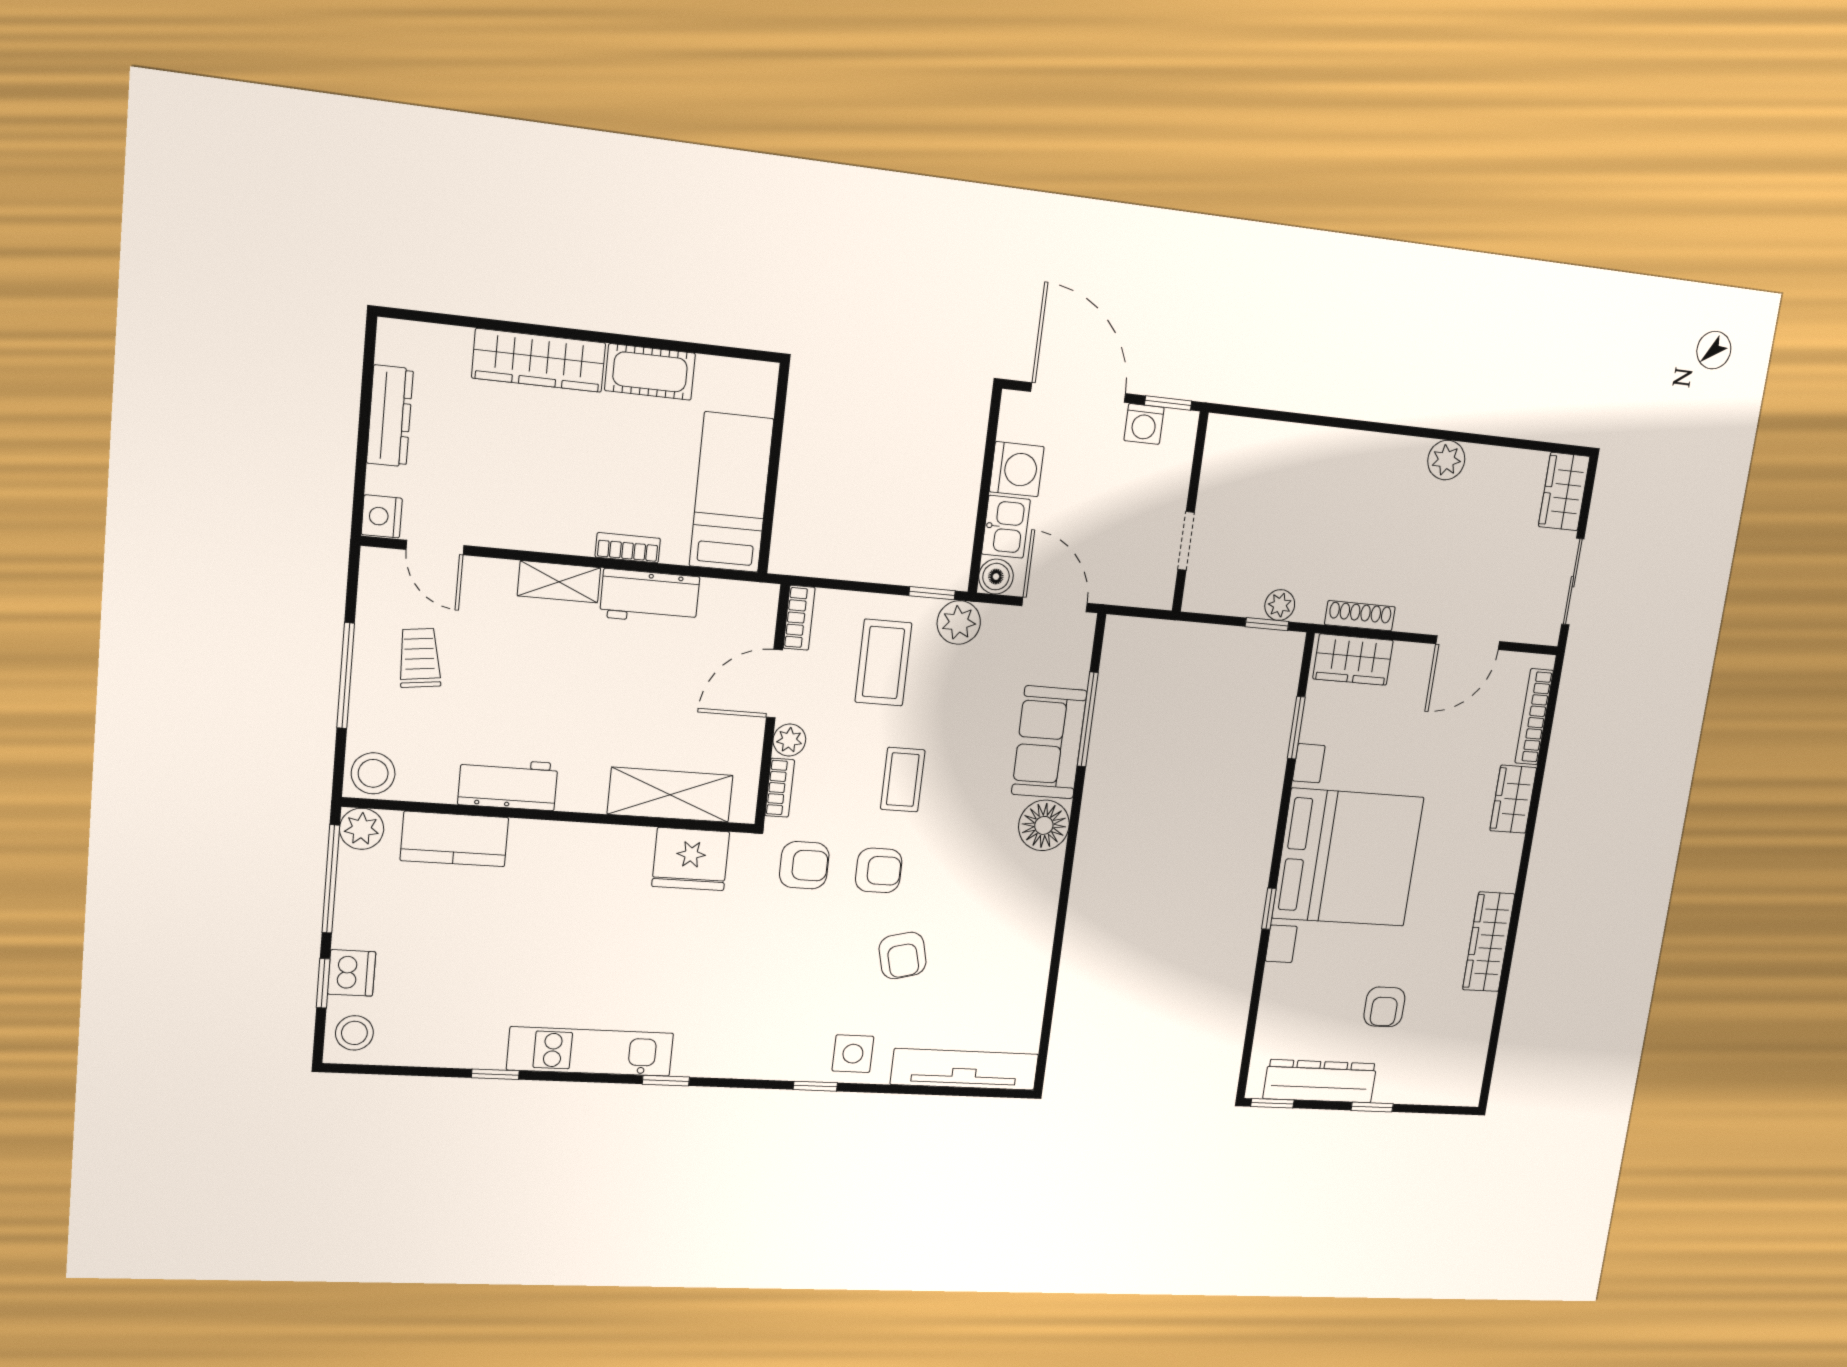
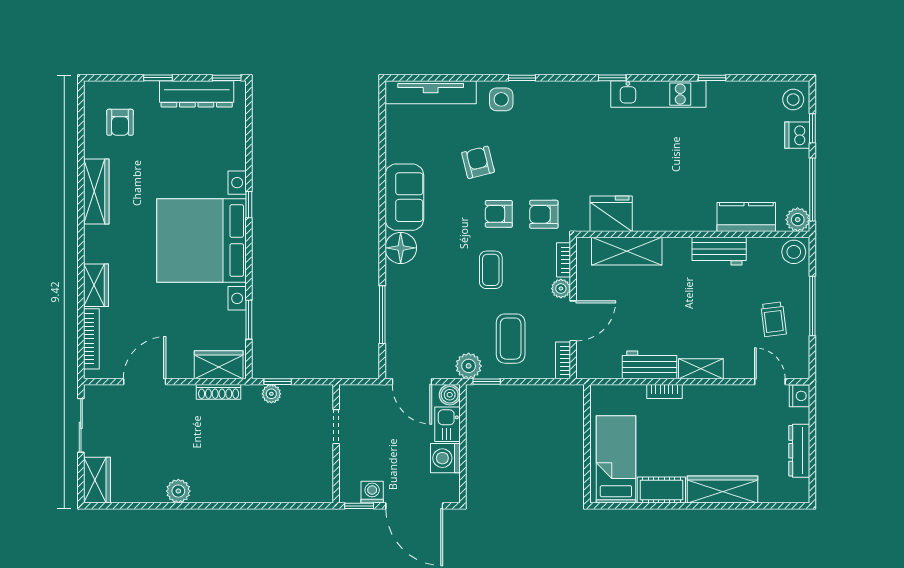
bed: (731, 493) -> (616, 459), moved, turned 180
sofa: (1049, 742) -> (404, 197), moved
armchair: (1384, 1007) -> (120, 122), moved, turned 180

